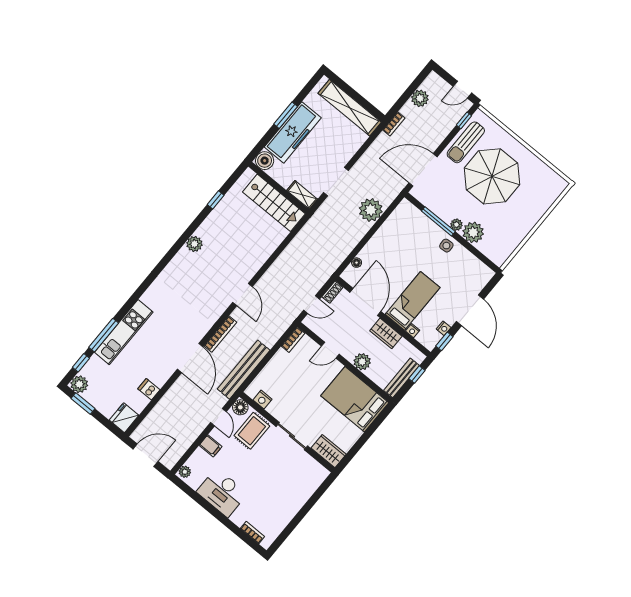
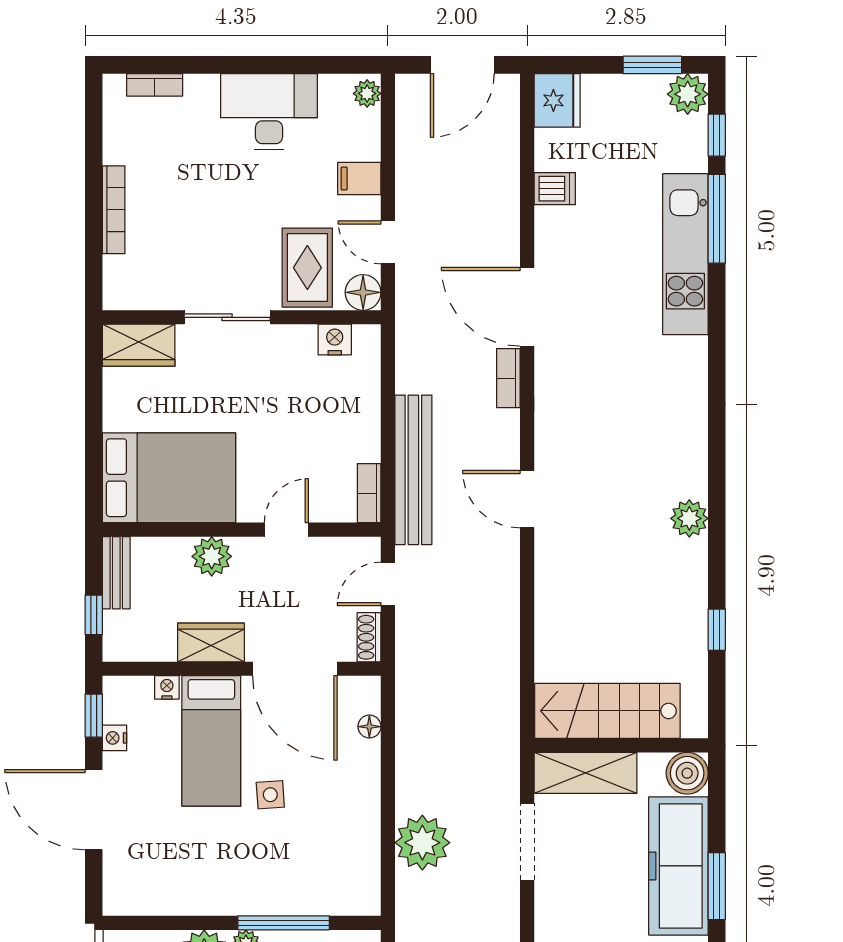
shelving: (302, 195) -> (585, 773), width x1.50, depth x1.33
side table: (446, 246) -> (270, 795), moved
bookcase: (220, 334) -> (508, 378), width x0.64
bench: (244, 370) -> (413, 470), moved
bench: (402, 378) -> (116, 573), width x0.73
bookcase: (300, 503) -> (114, 210), added

